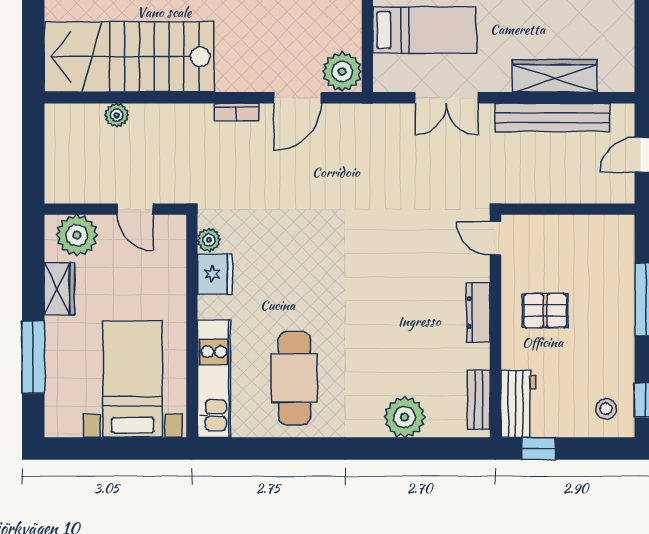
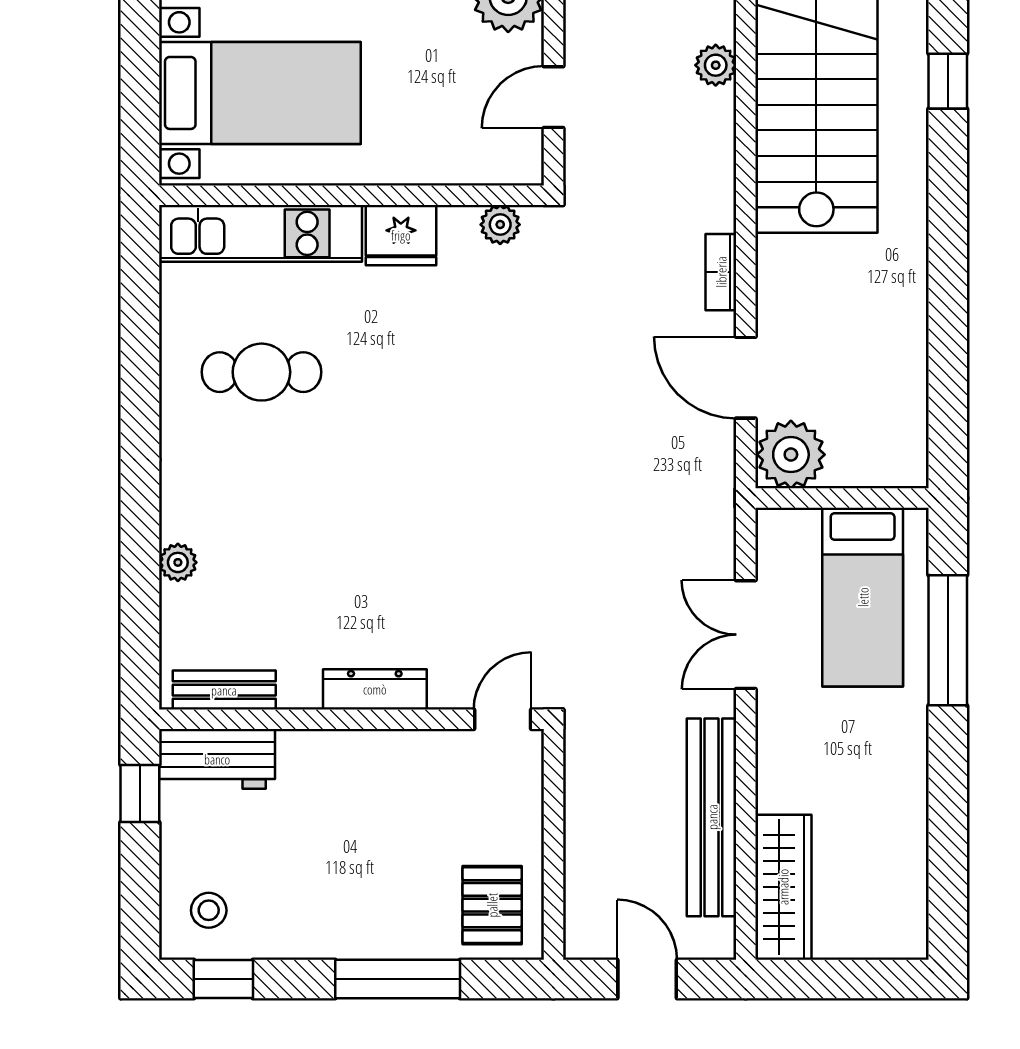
wardrobe: (555, 76) -> (783, 887), moved
fridge: (215, 274) -> (401, 235), moved
pallet: (545, 311) -> (492, 905), moved
cafe table: (294, 378) -> (261, 372), width x0.73, depth x0.74
plant: (405, 417) -> (178, 562), width x0.53, depth x0.53

